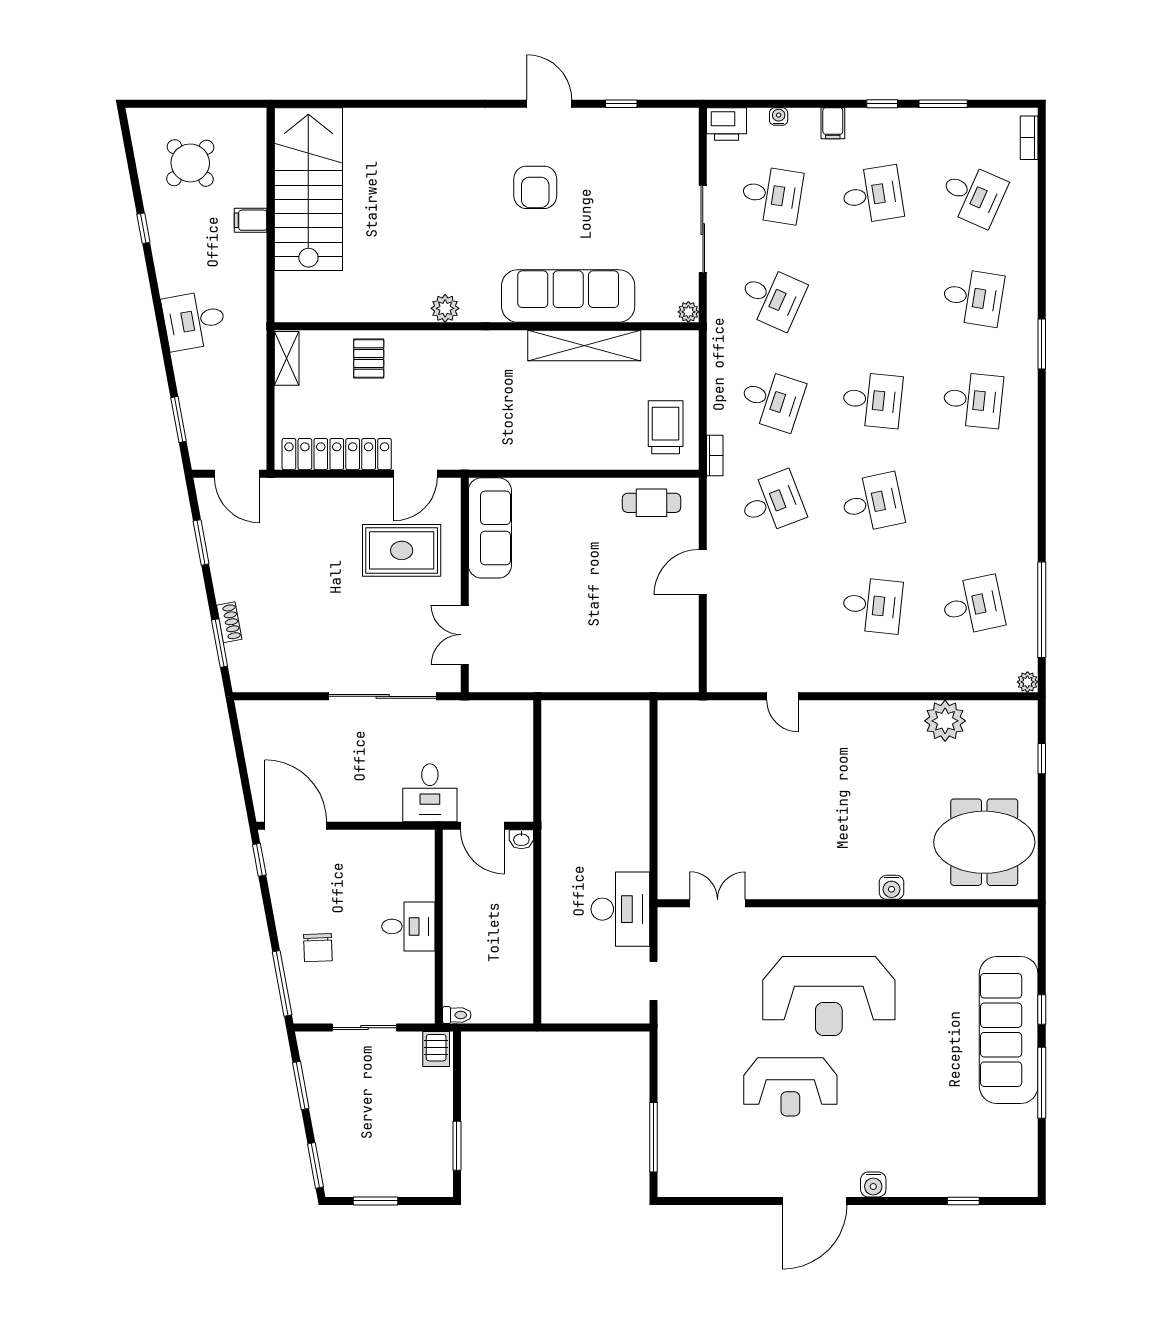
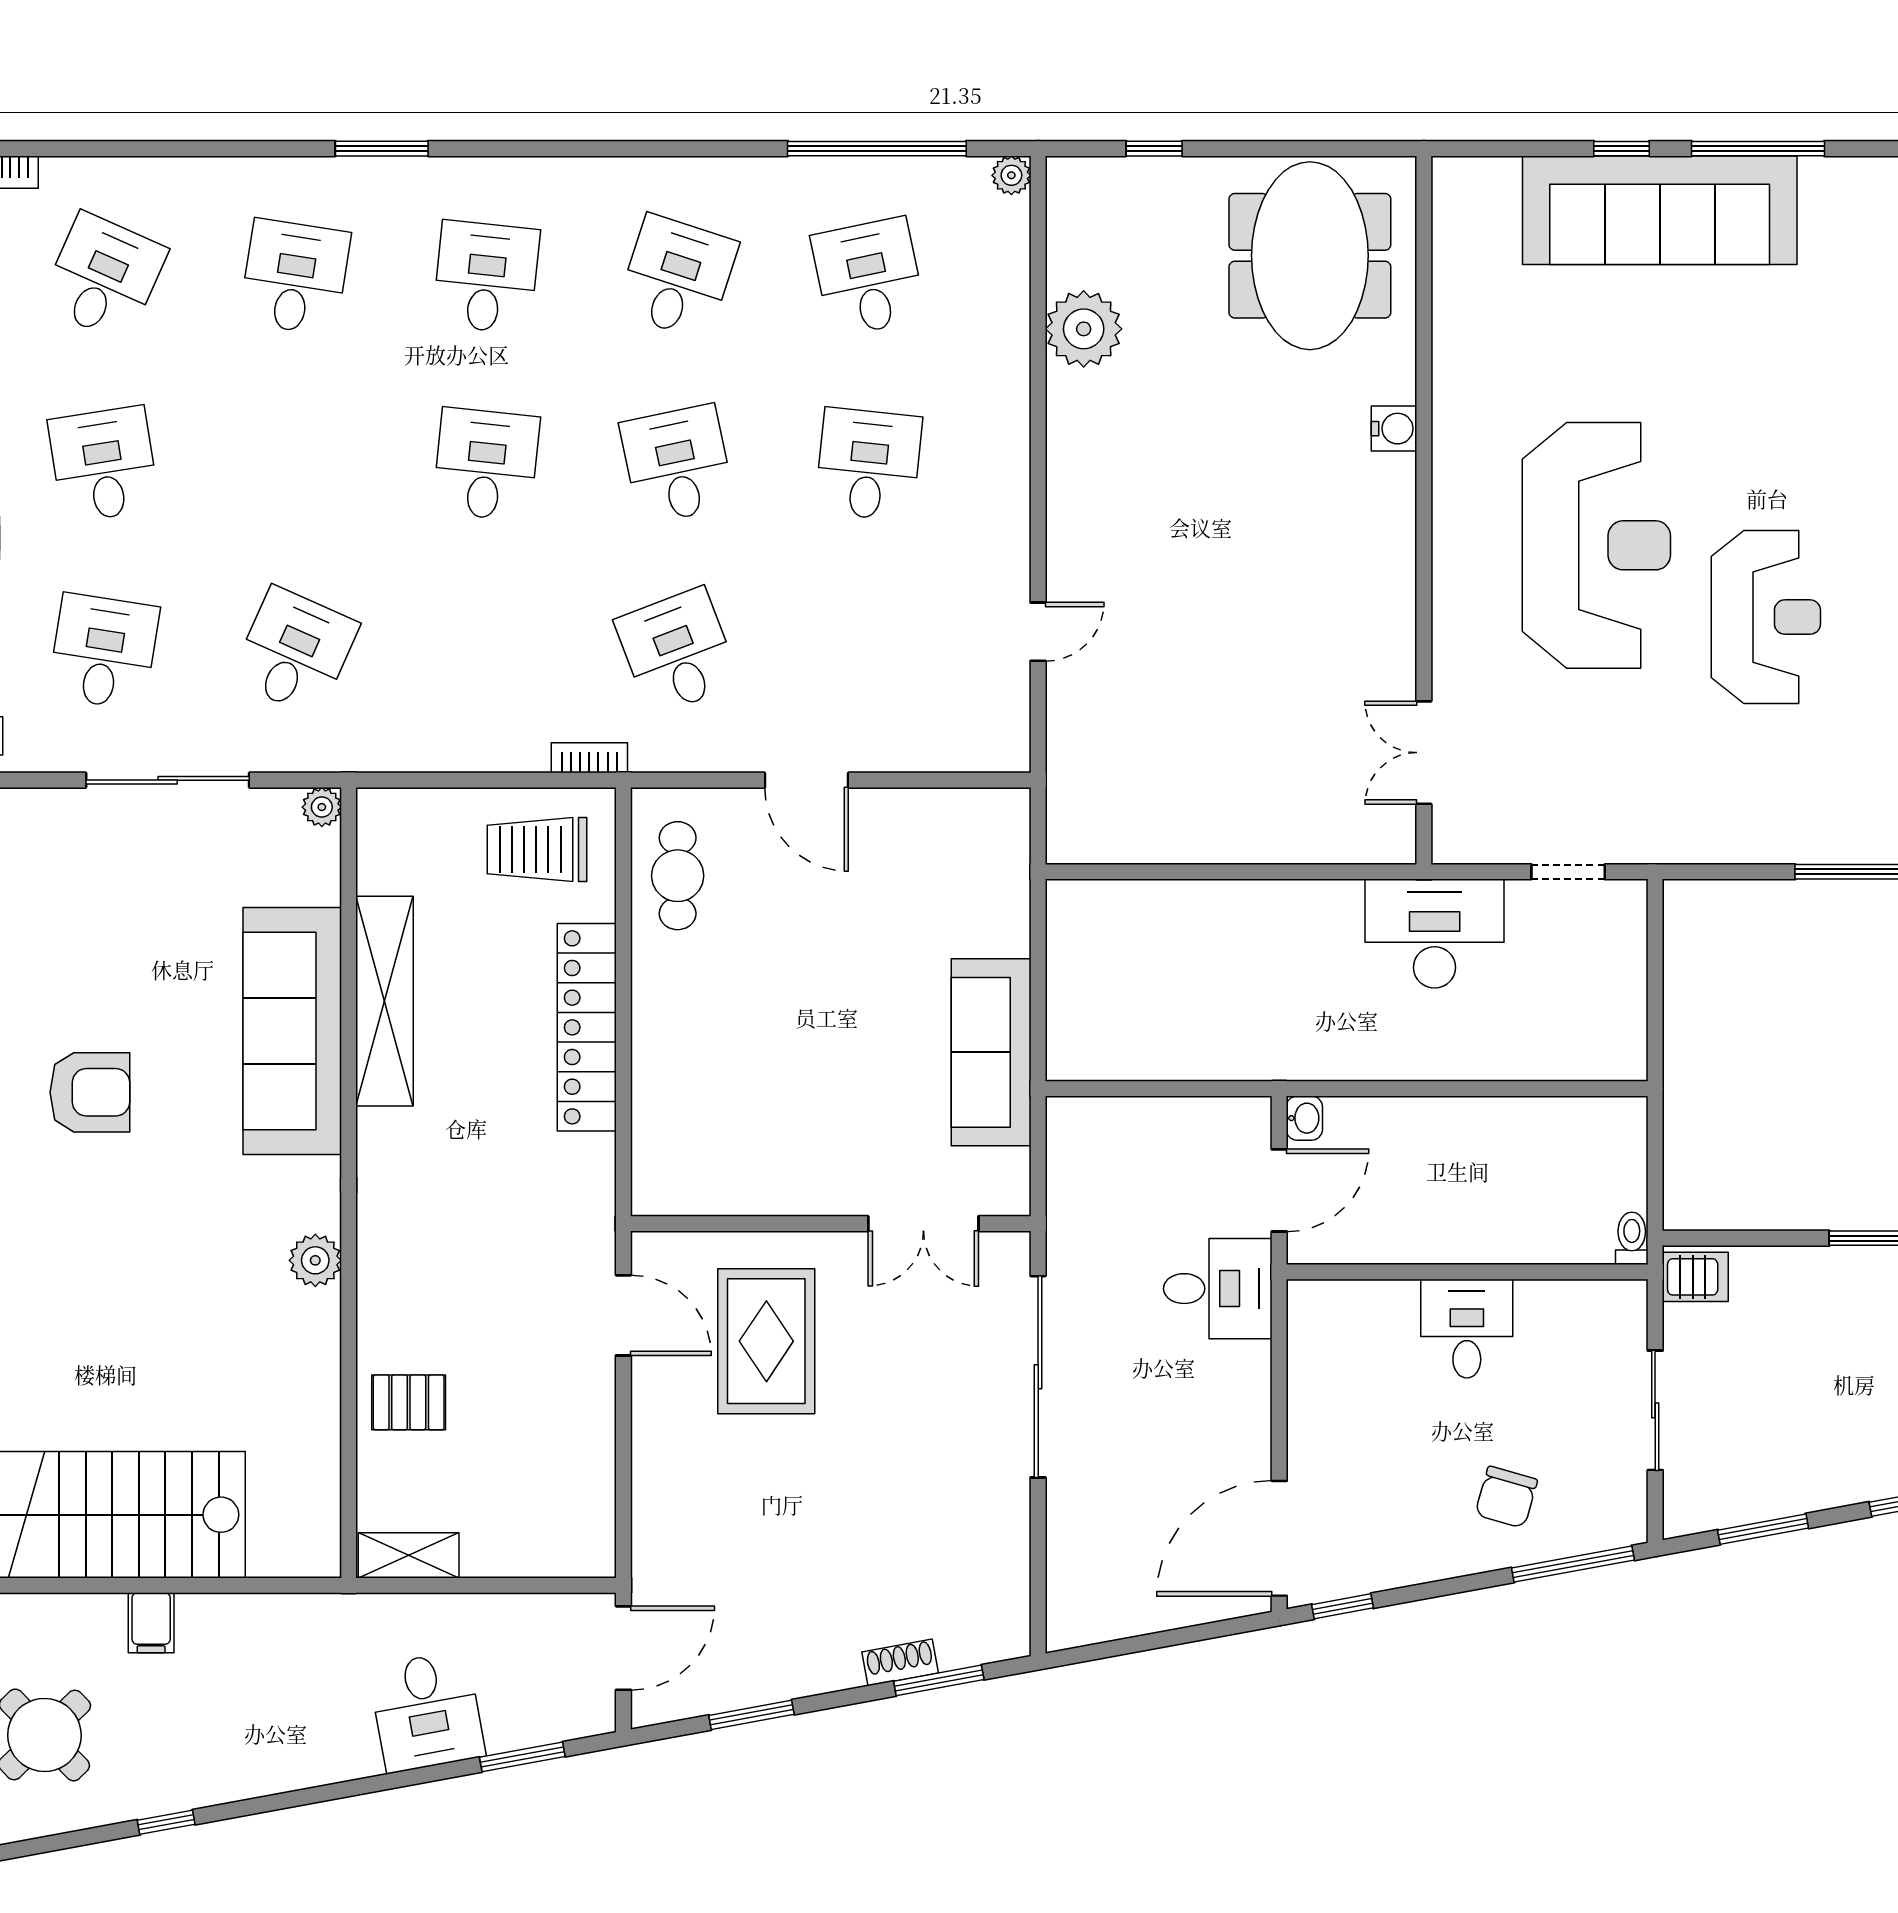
desk: (194, 320) -> (427, 1712), moved
desk: (772, 400) -> (677, 277), moved
locker: (337, 454) -> (587, 1027), moved
sofa: (490, 528) -> (991, 1052), moved, turned -90
chair: (318, 948) -> (1506, 1497), turned 108

